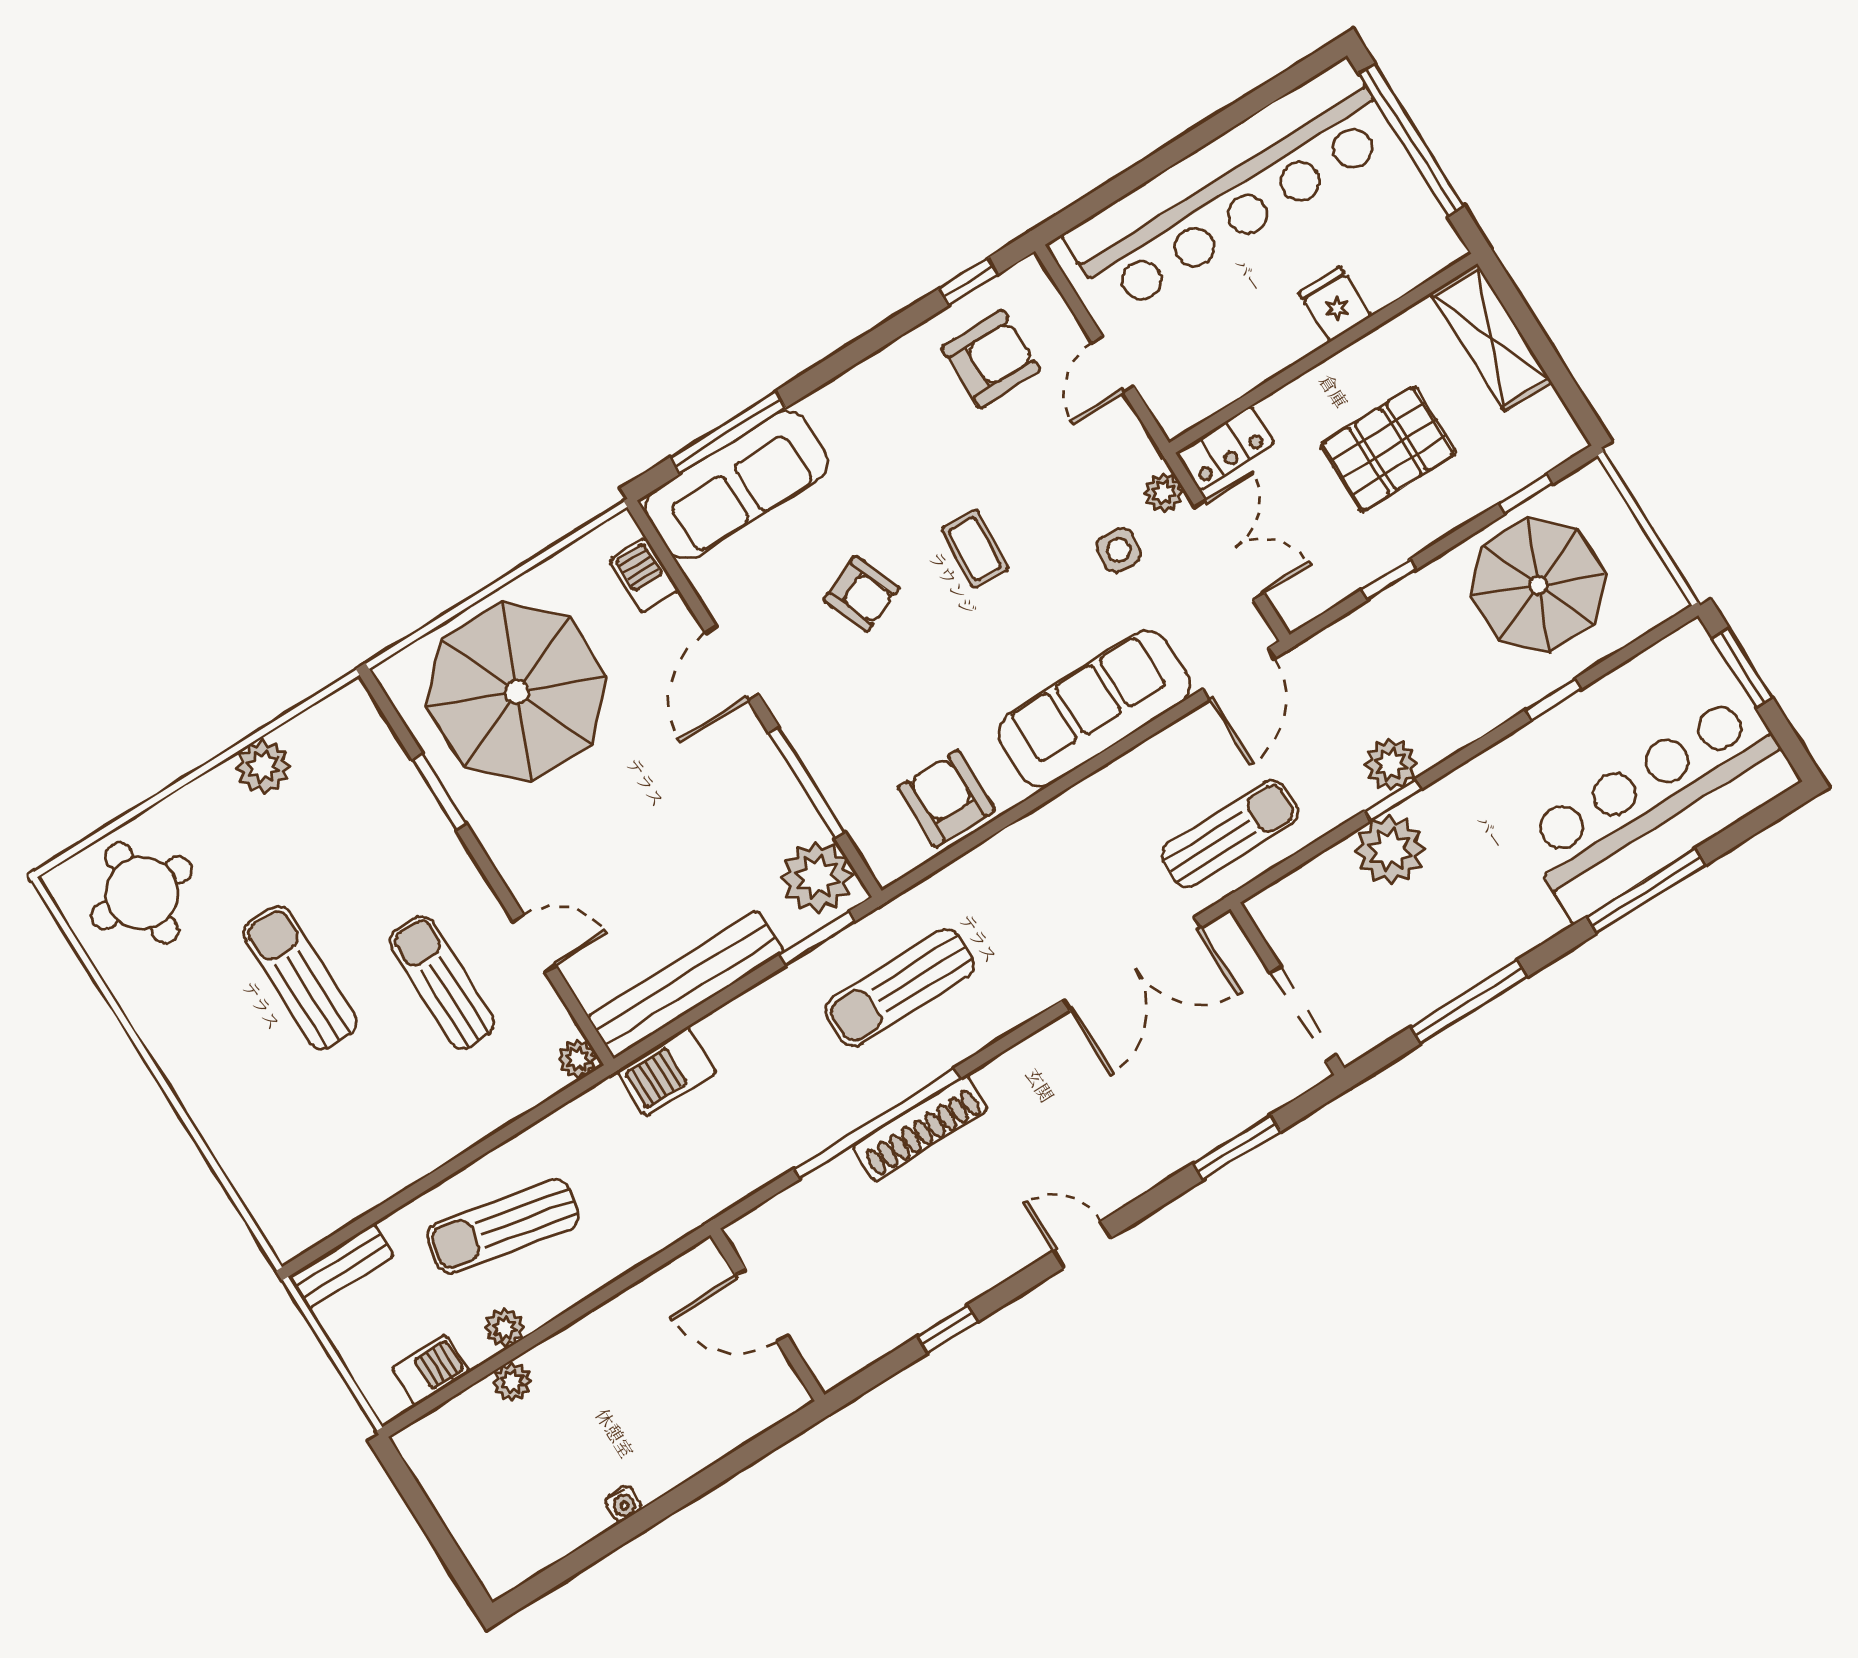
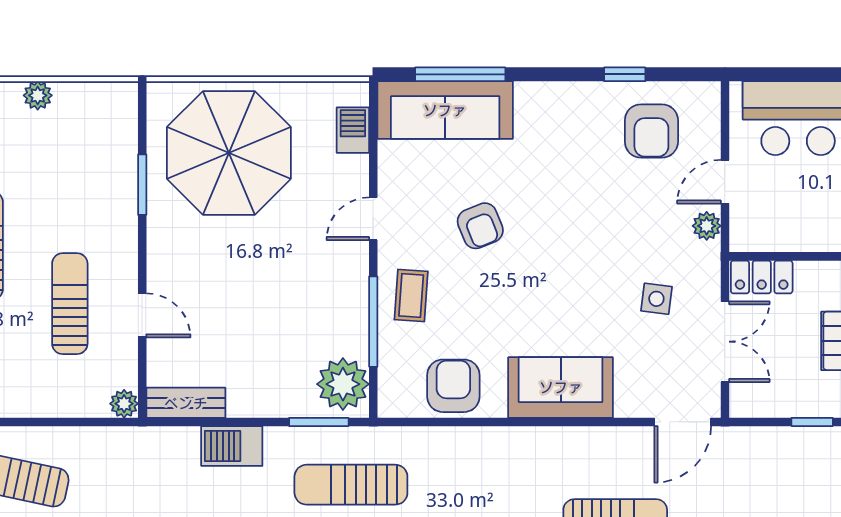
window: (968, 282) -> (625, 74), moved
armchair: (991, 359) -> (651, 131), turned 90
plant: (1164, 493) -> (707, 226), moved
coffee table: (975, 549) -> (411, 295), moved
door: (732, 663) -> (373, 219), width x0.73
sofa: (1094, 709) -> (561, 387), width x0.73
plant: (263, 767) -> (38, 95), width x0.73, depth x0.73
bench: (686, 984) -> (186, 403), width x0.54, depth x0.82
barbecue: (667, 1071) -> (232, 446), moved

